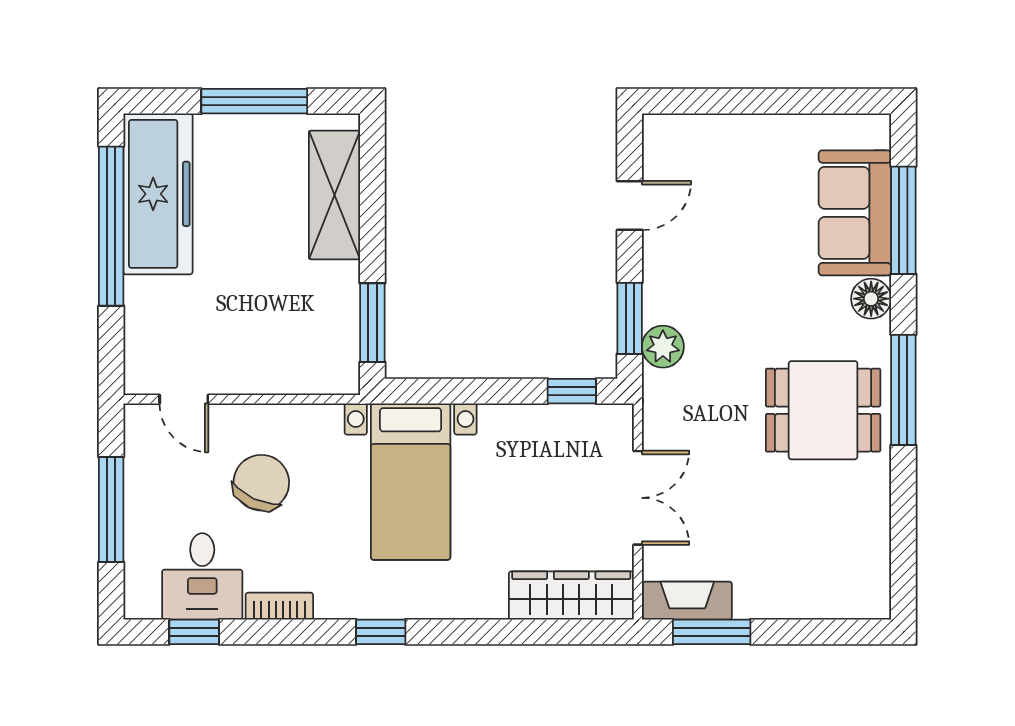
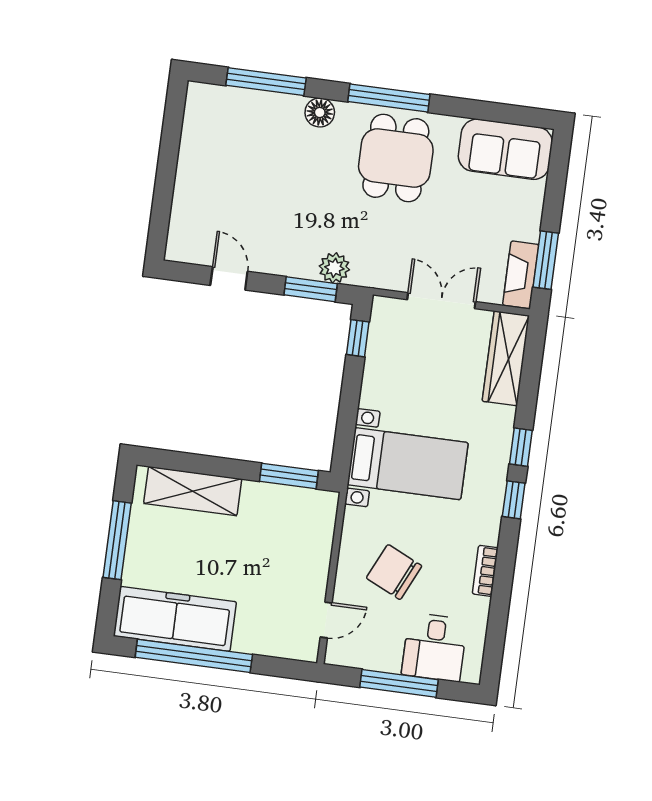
sofa: (855, 213) -> (505, 149), moved
desk: (202, 576) -> (434, 647), moved, turned 90
window: (194, 632) -> (521, 447), moved

